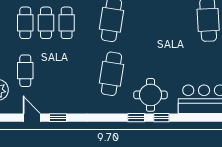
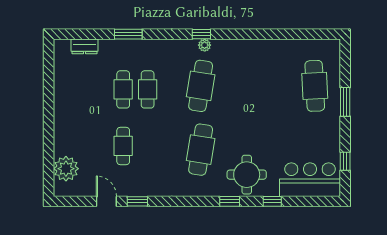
cafe table: (25, 23) -> (99, 89), removed
cafe table: (25, 71) -> (123, 146), moved
window: (161, 118) -> (272, 201), moved

